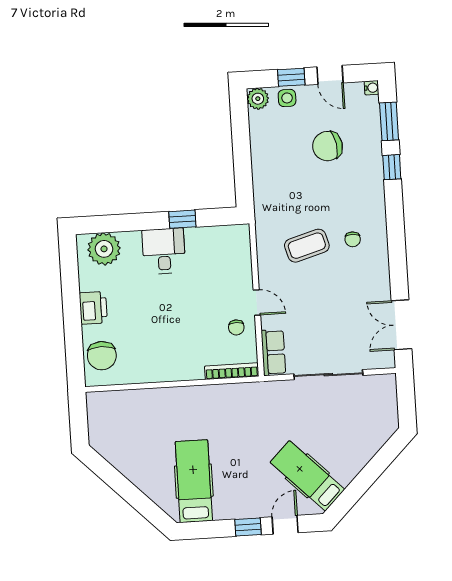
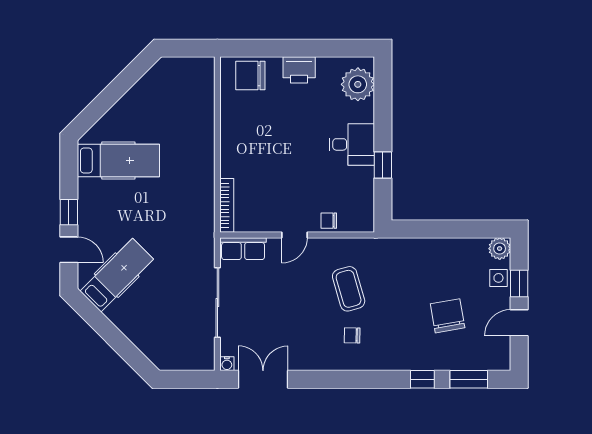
water cooler: (372, 88) -> (227, 364), moved
chair: (236, 327) -> (329, 221), moved

